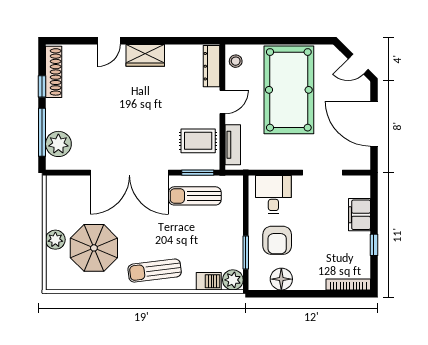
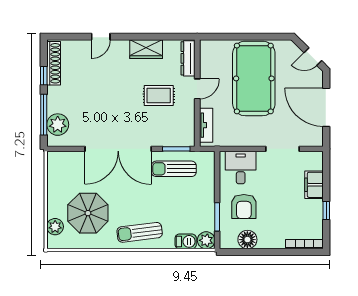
wardrobe: (145, 55) -> (146, 49), moved
stool: (236, 61) -> (209, 54), removed
rug: (198, 141) -> (159, 95), moved
plant: (55, 240) -> (55, 227), moved

